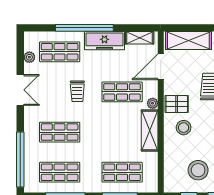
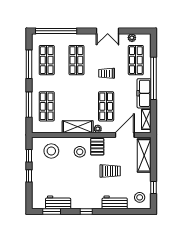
door: (161, 67) -> (125, 135), hinge flipped
stool: (198, 170) -> (51, 151), moved

